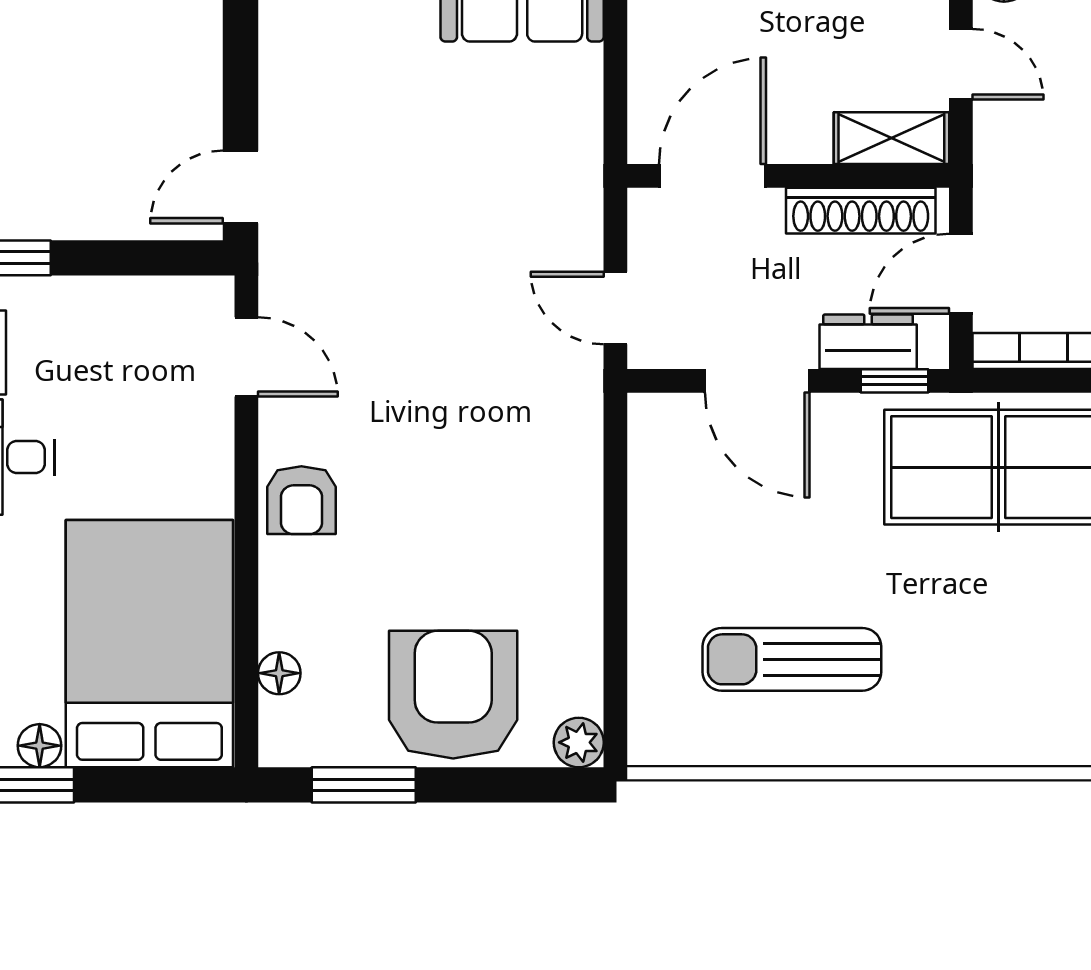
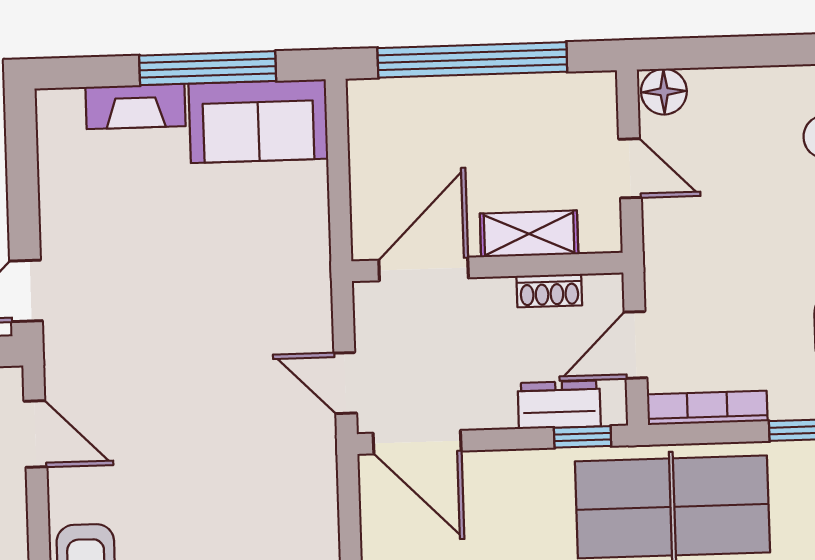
shelving: (891, 138) -> (529, 234), moved
shoe rack: (861, 211) -> (549, 291), width x0.51, depth x0.81
door: (757, 381) -> (417, 442), moved

